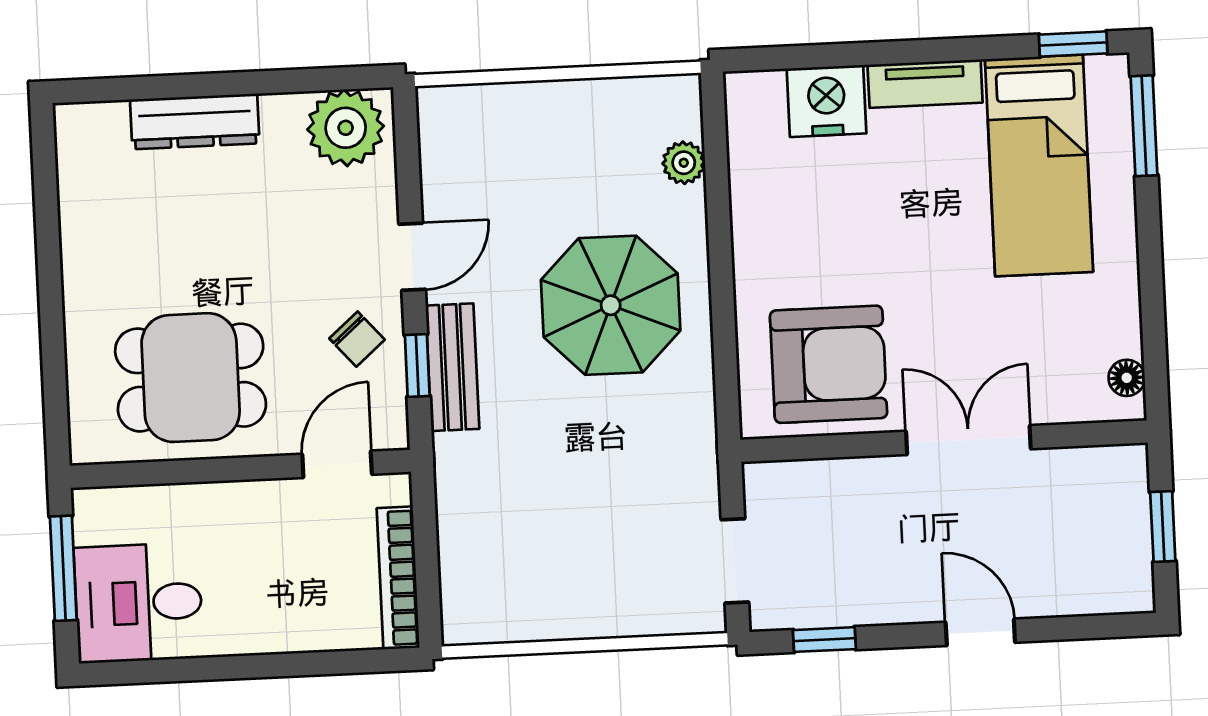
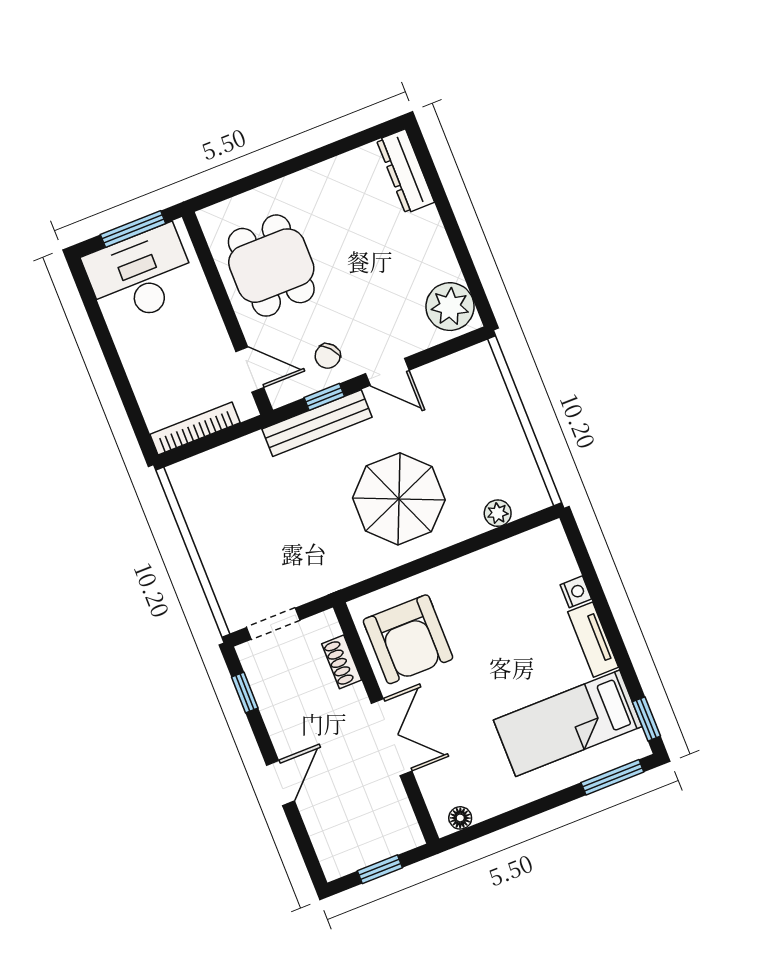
nightstand: (827, 101) -> (576, 592), width x0.53, depth x0.56
dresser: (195, 121) -> (405, 171), moved
bench: (452, 367) -> (317, 423), width x1.36
shoe rack: (828, 477) -> (342, 662), added
desk: (139, 603) -> (140, 275), width x1.37

